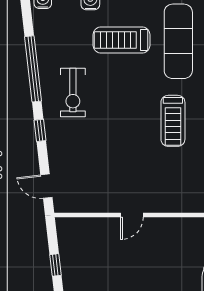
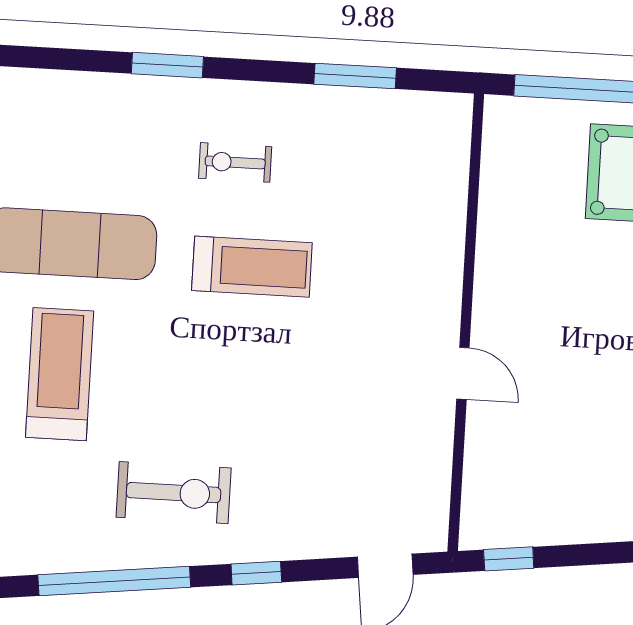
treadmill: (121, 40) -> (60, 374), turned 180
window: (55, 265) -> (509, 559), moved

